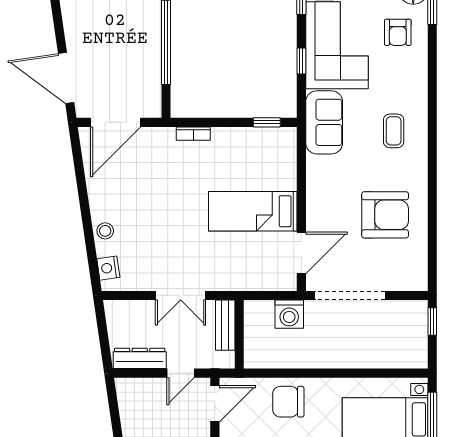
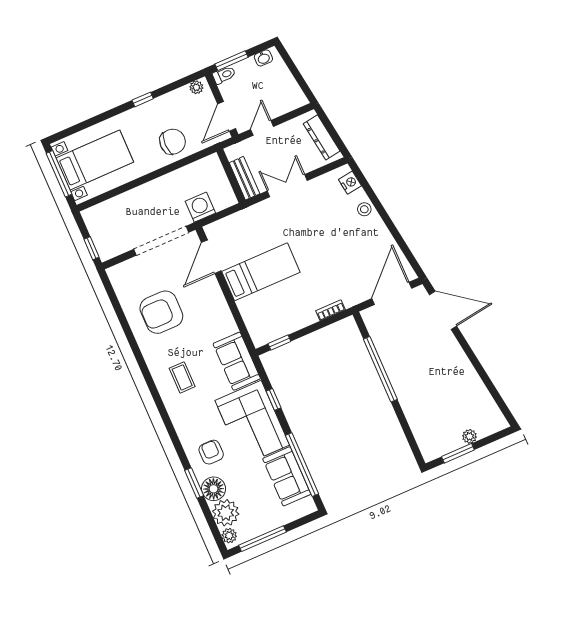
dresser: (140, 358) -> (322, 137), moved, turned 82

